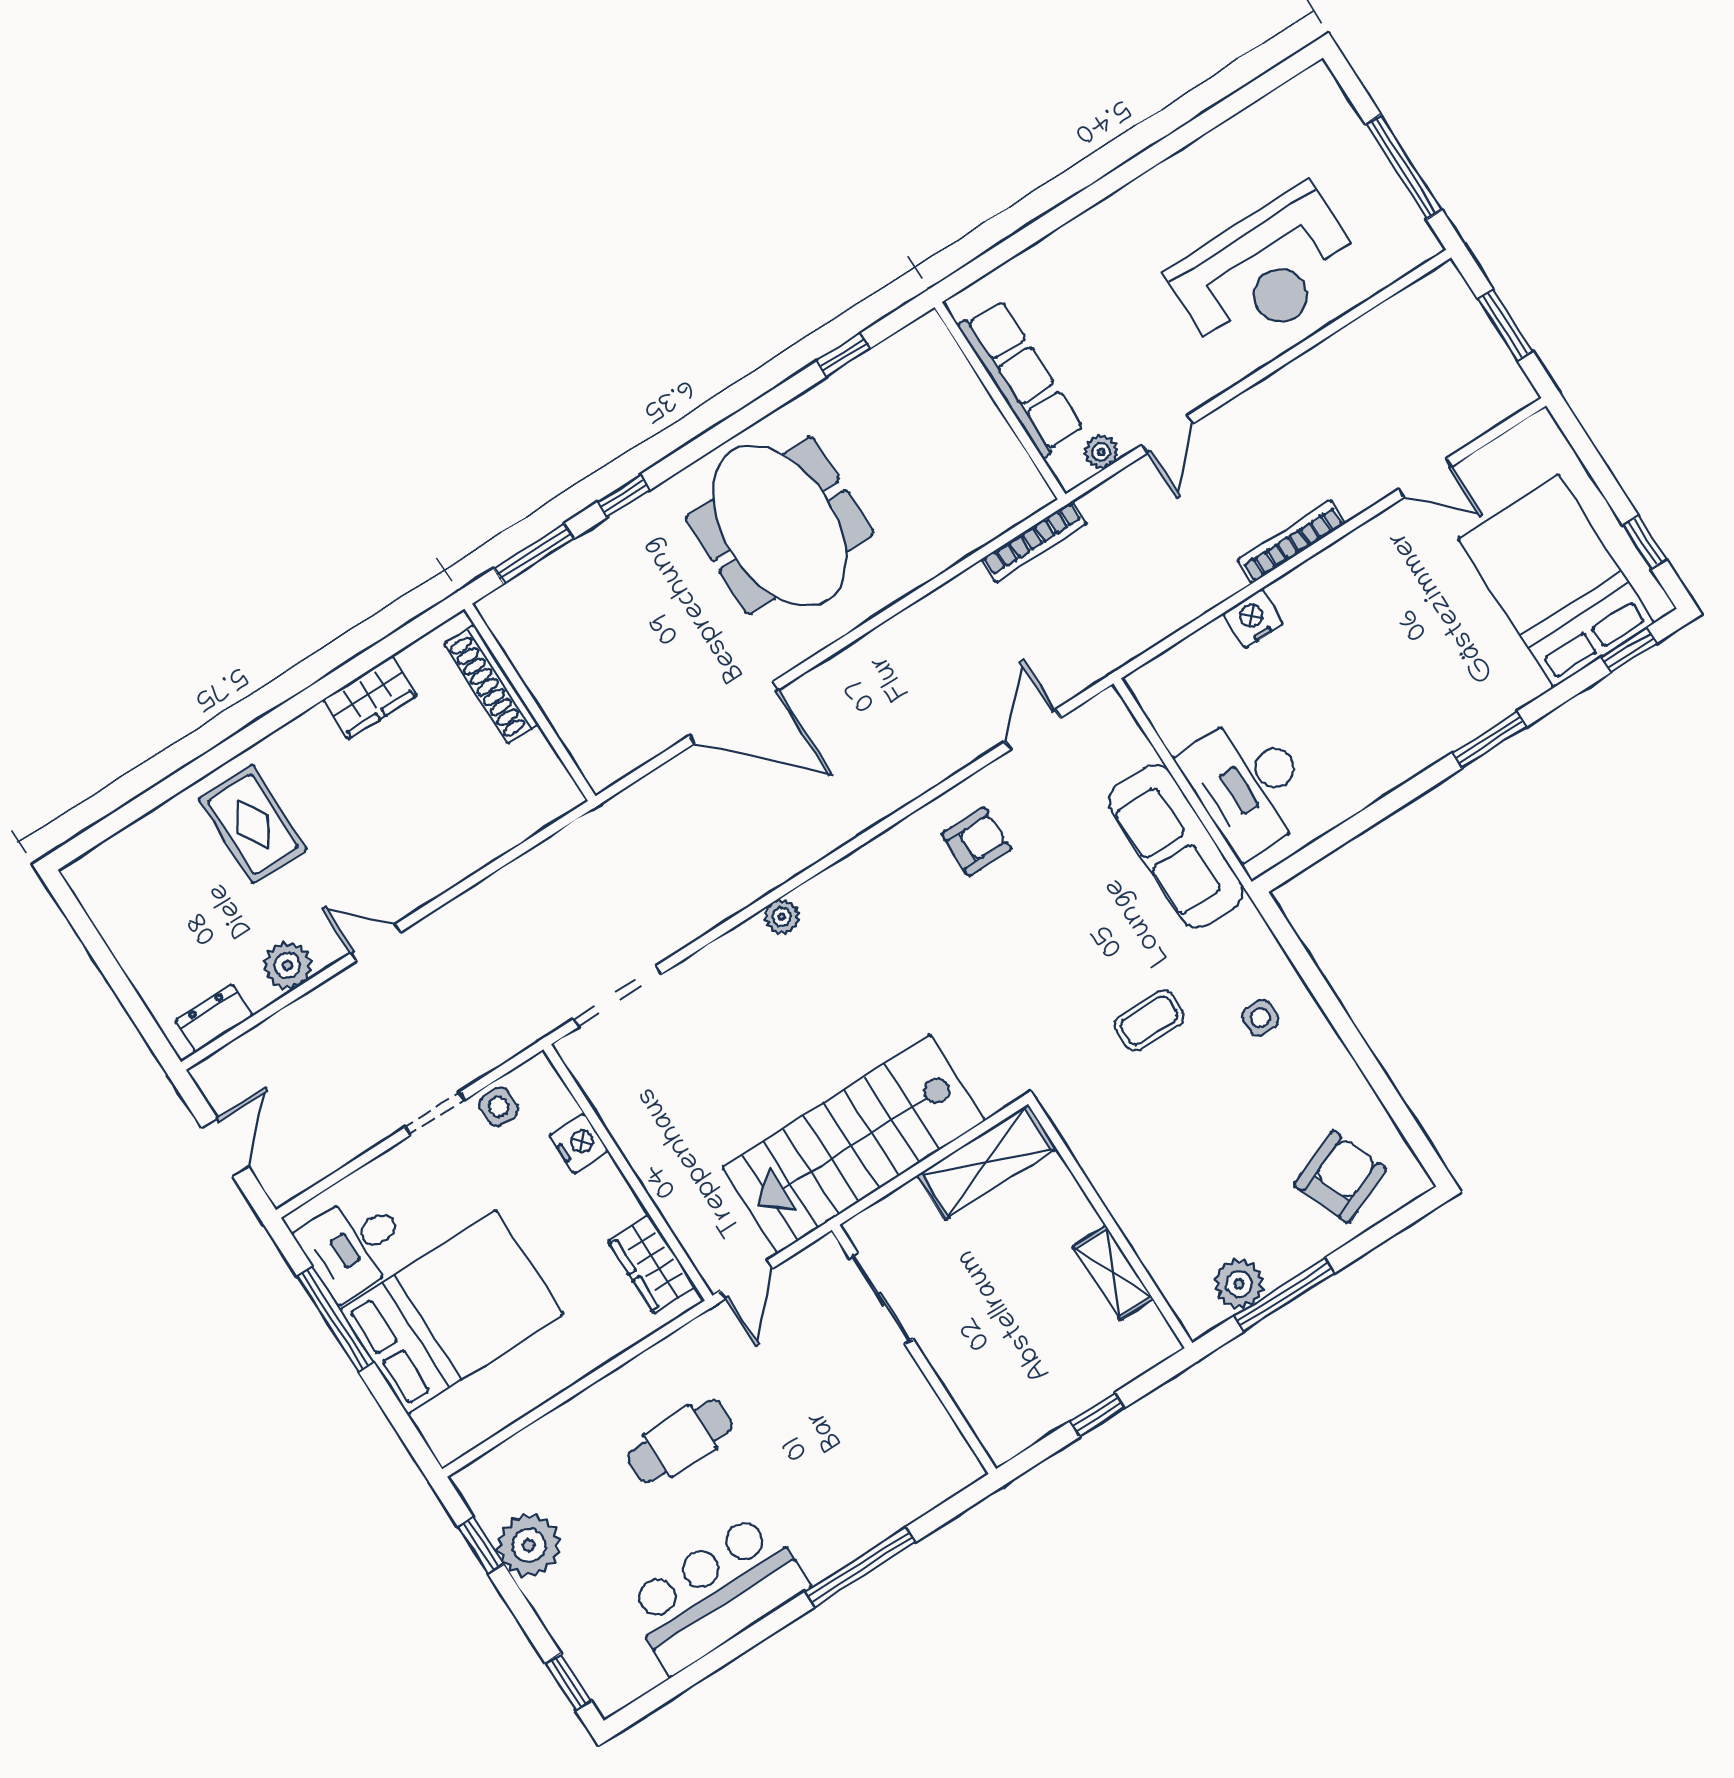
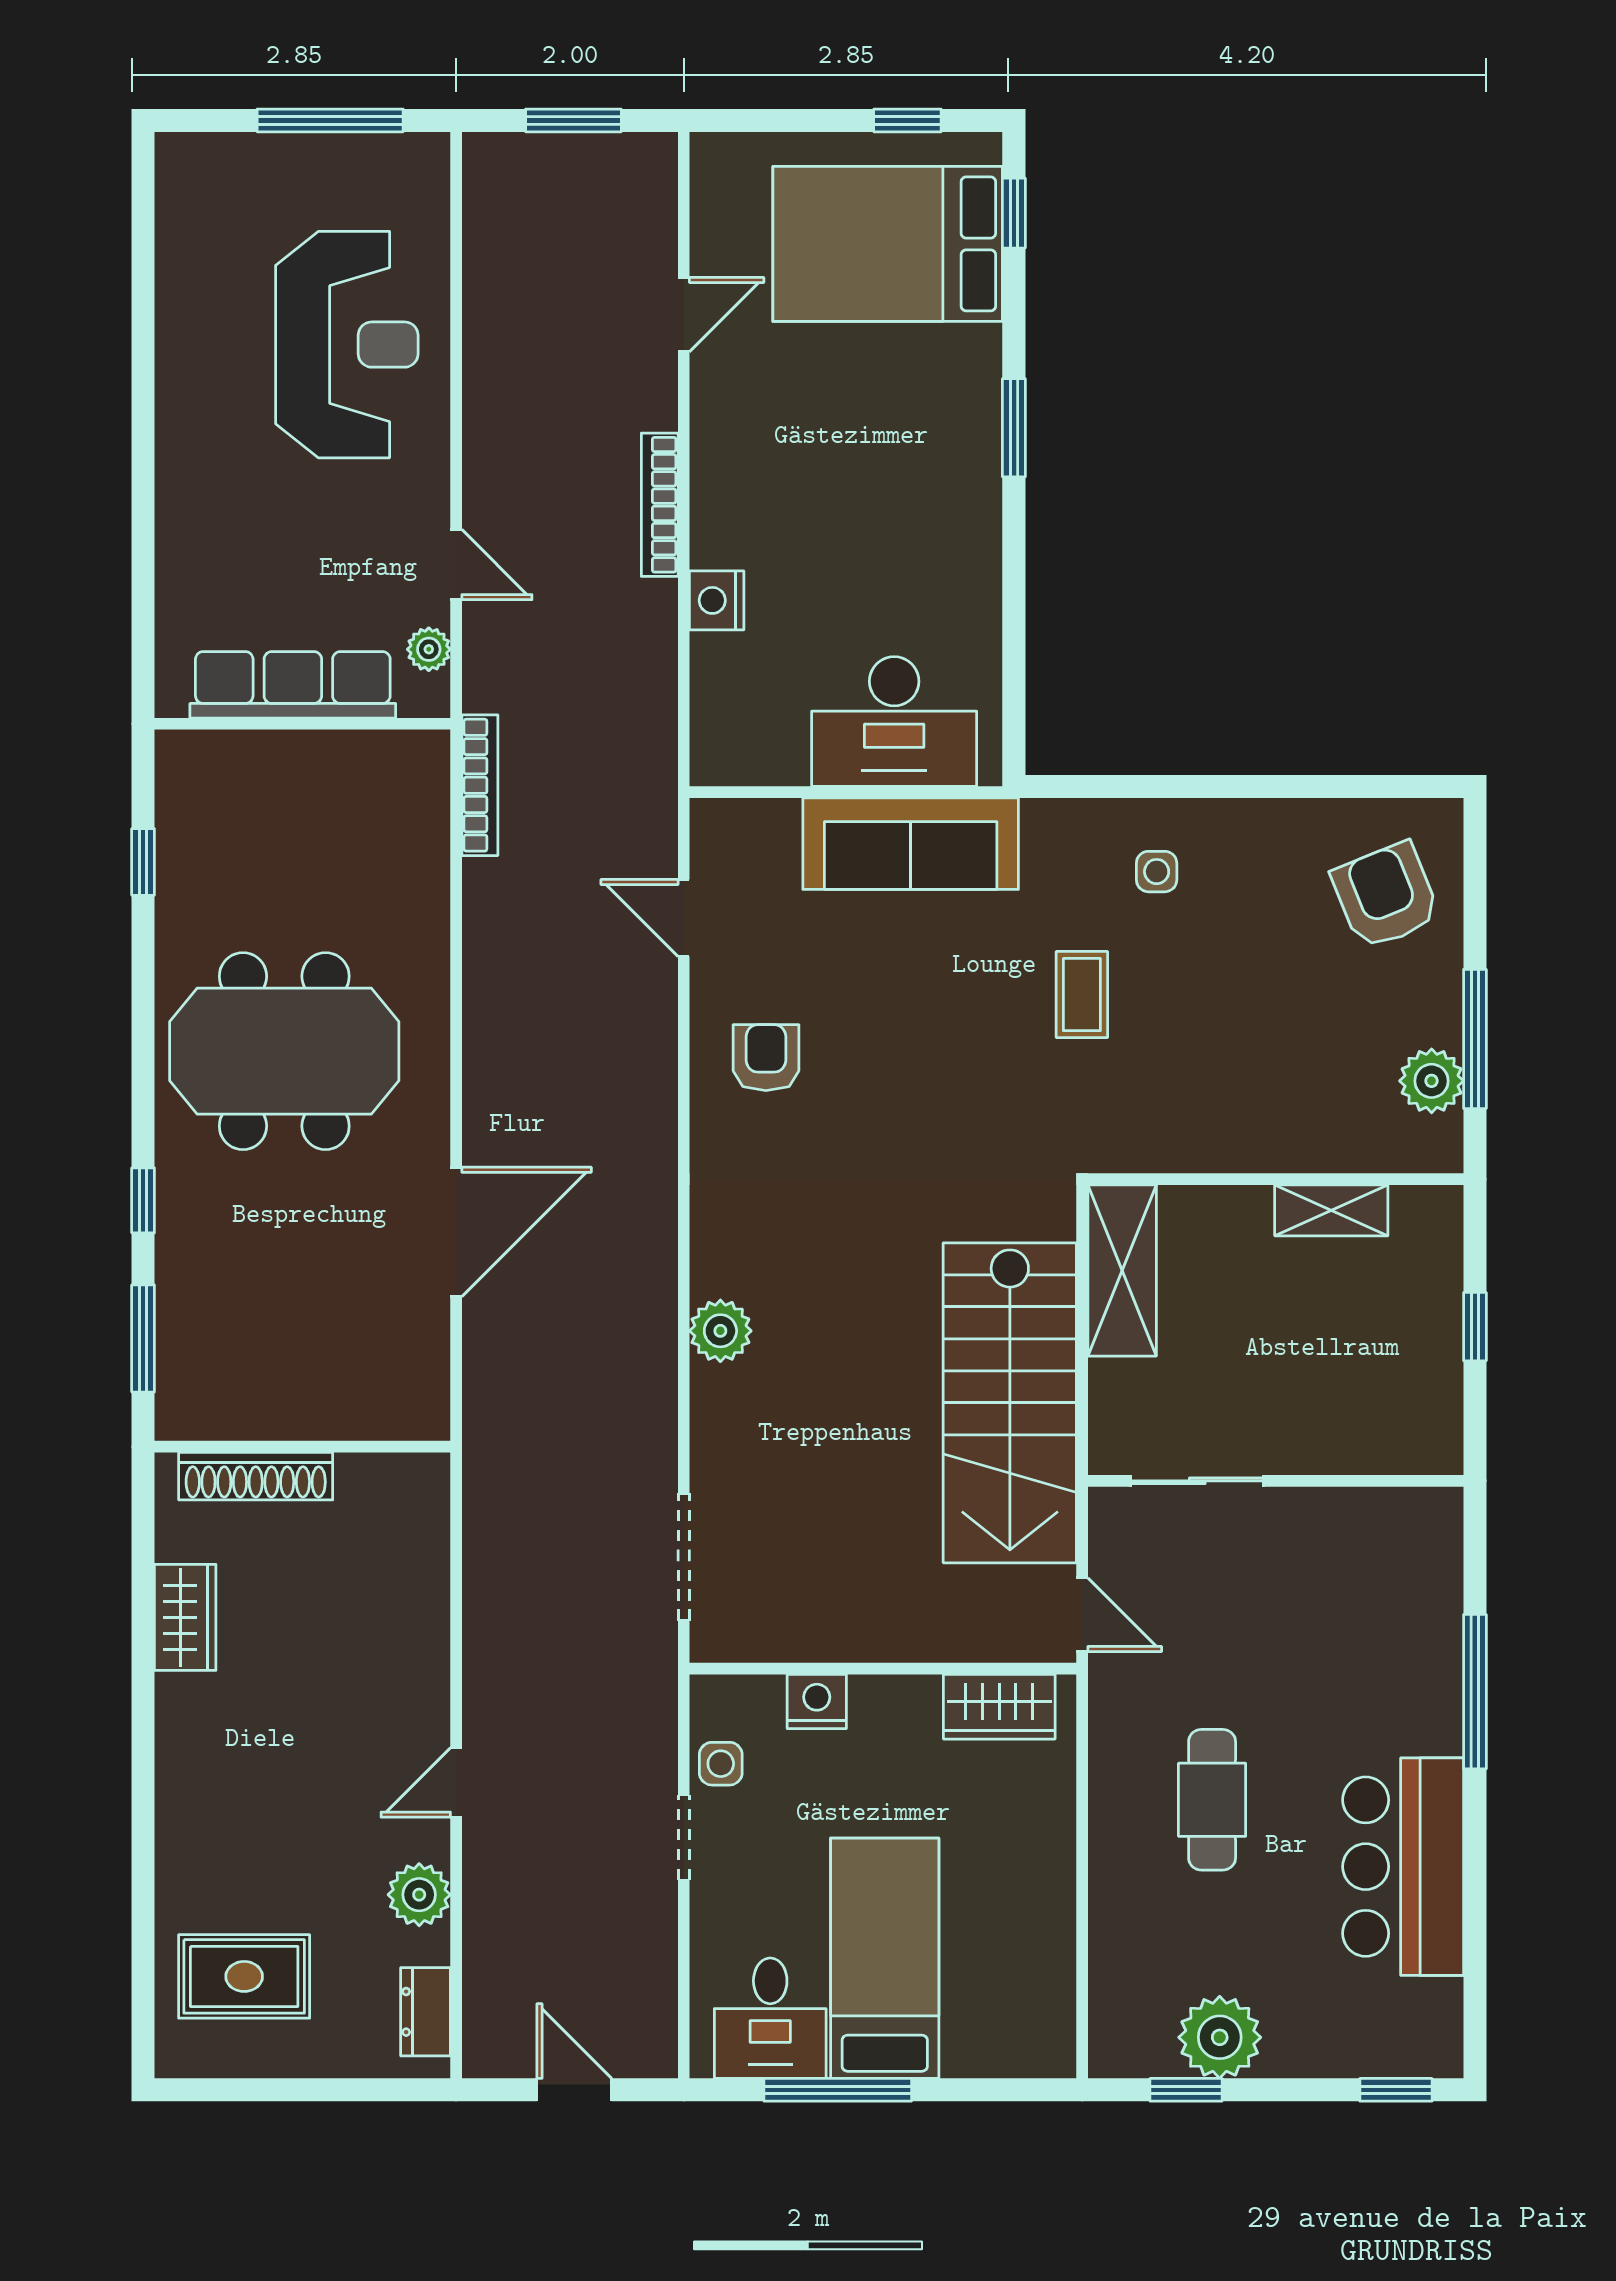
rug: (253, 824) -> (244, 1976), moved
plant: (782, 917) -> (720, 1331), width x1.38, depth x1.38
bed: (452, 1312) -> (885, 1958), width x0.67

